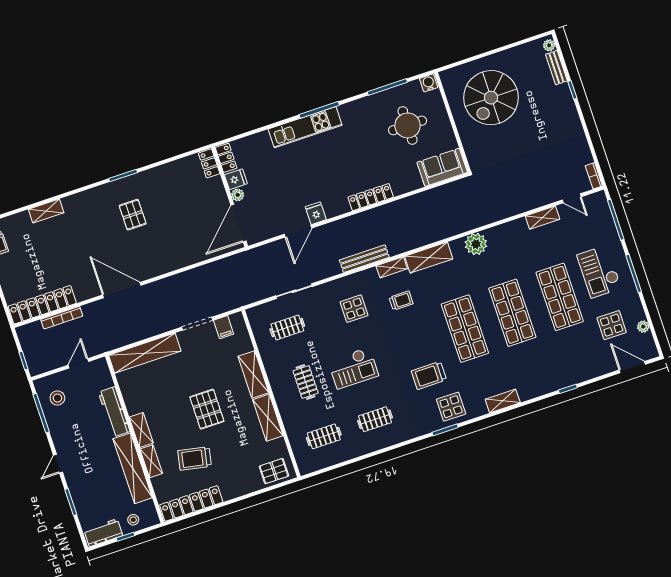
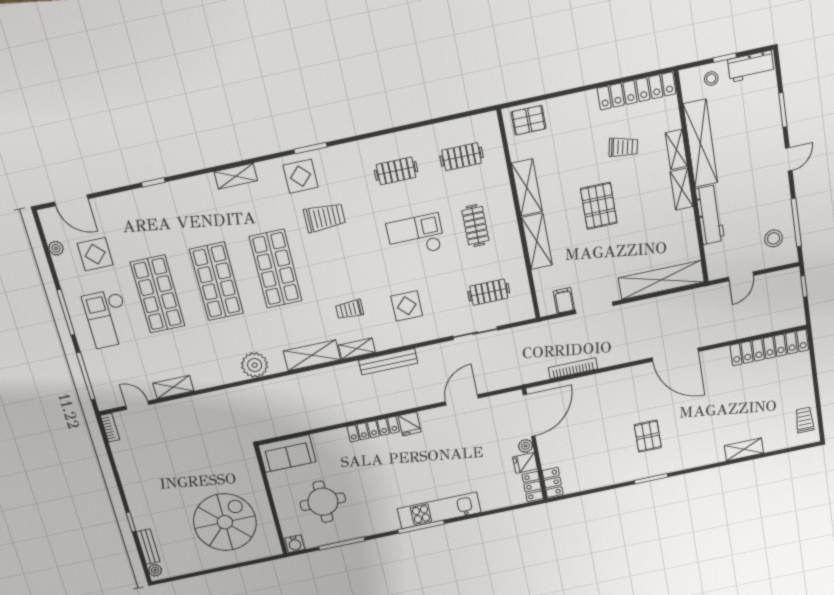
fridge: (316, 213) -> (410, 424), moved
checkout: (599, 272) -> (108, 319), turned 180
bookcase: (62, 318) -> (573, 368), moved
trolley: (195, 458) -> (623, 147), width x0.73, depth x0.72

